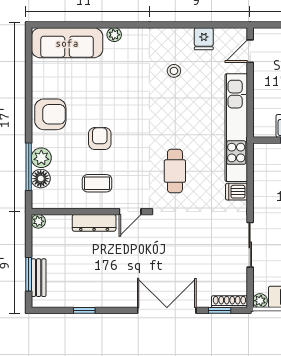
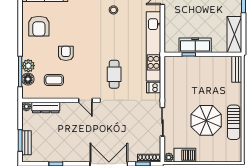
armchair: (50, 114) -> (39, 26), moved, turned 90
coffee table: (97, 183) -> (54, 80), moved
door: (130, 212) -> (85, 100), hinge flipped
dresser: (94, 223) -> (46, 108), moved

